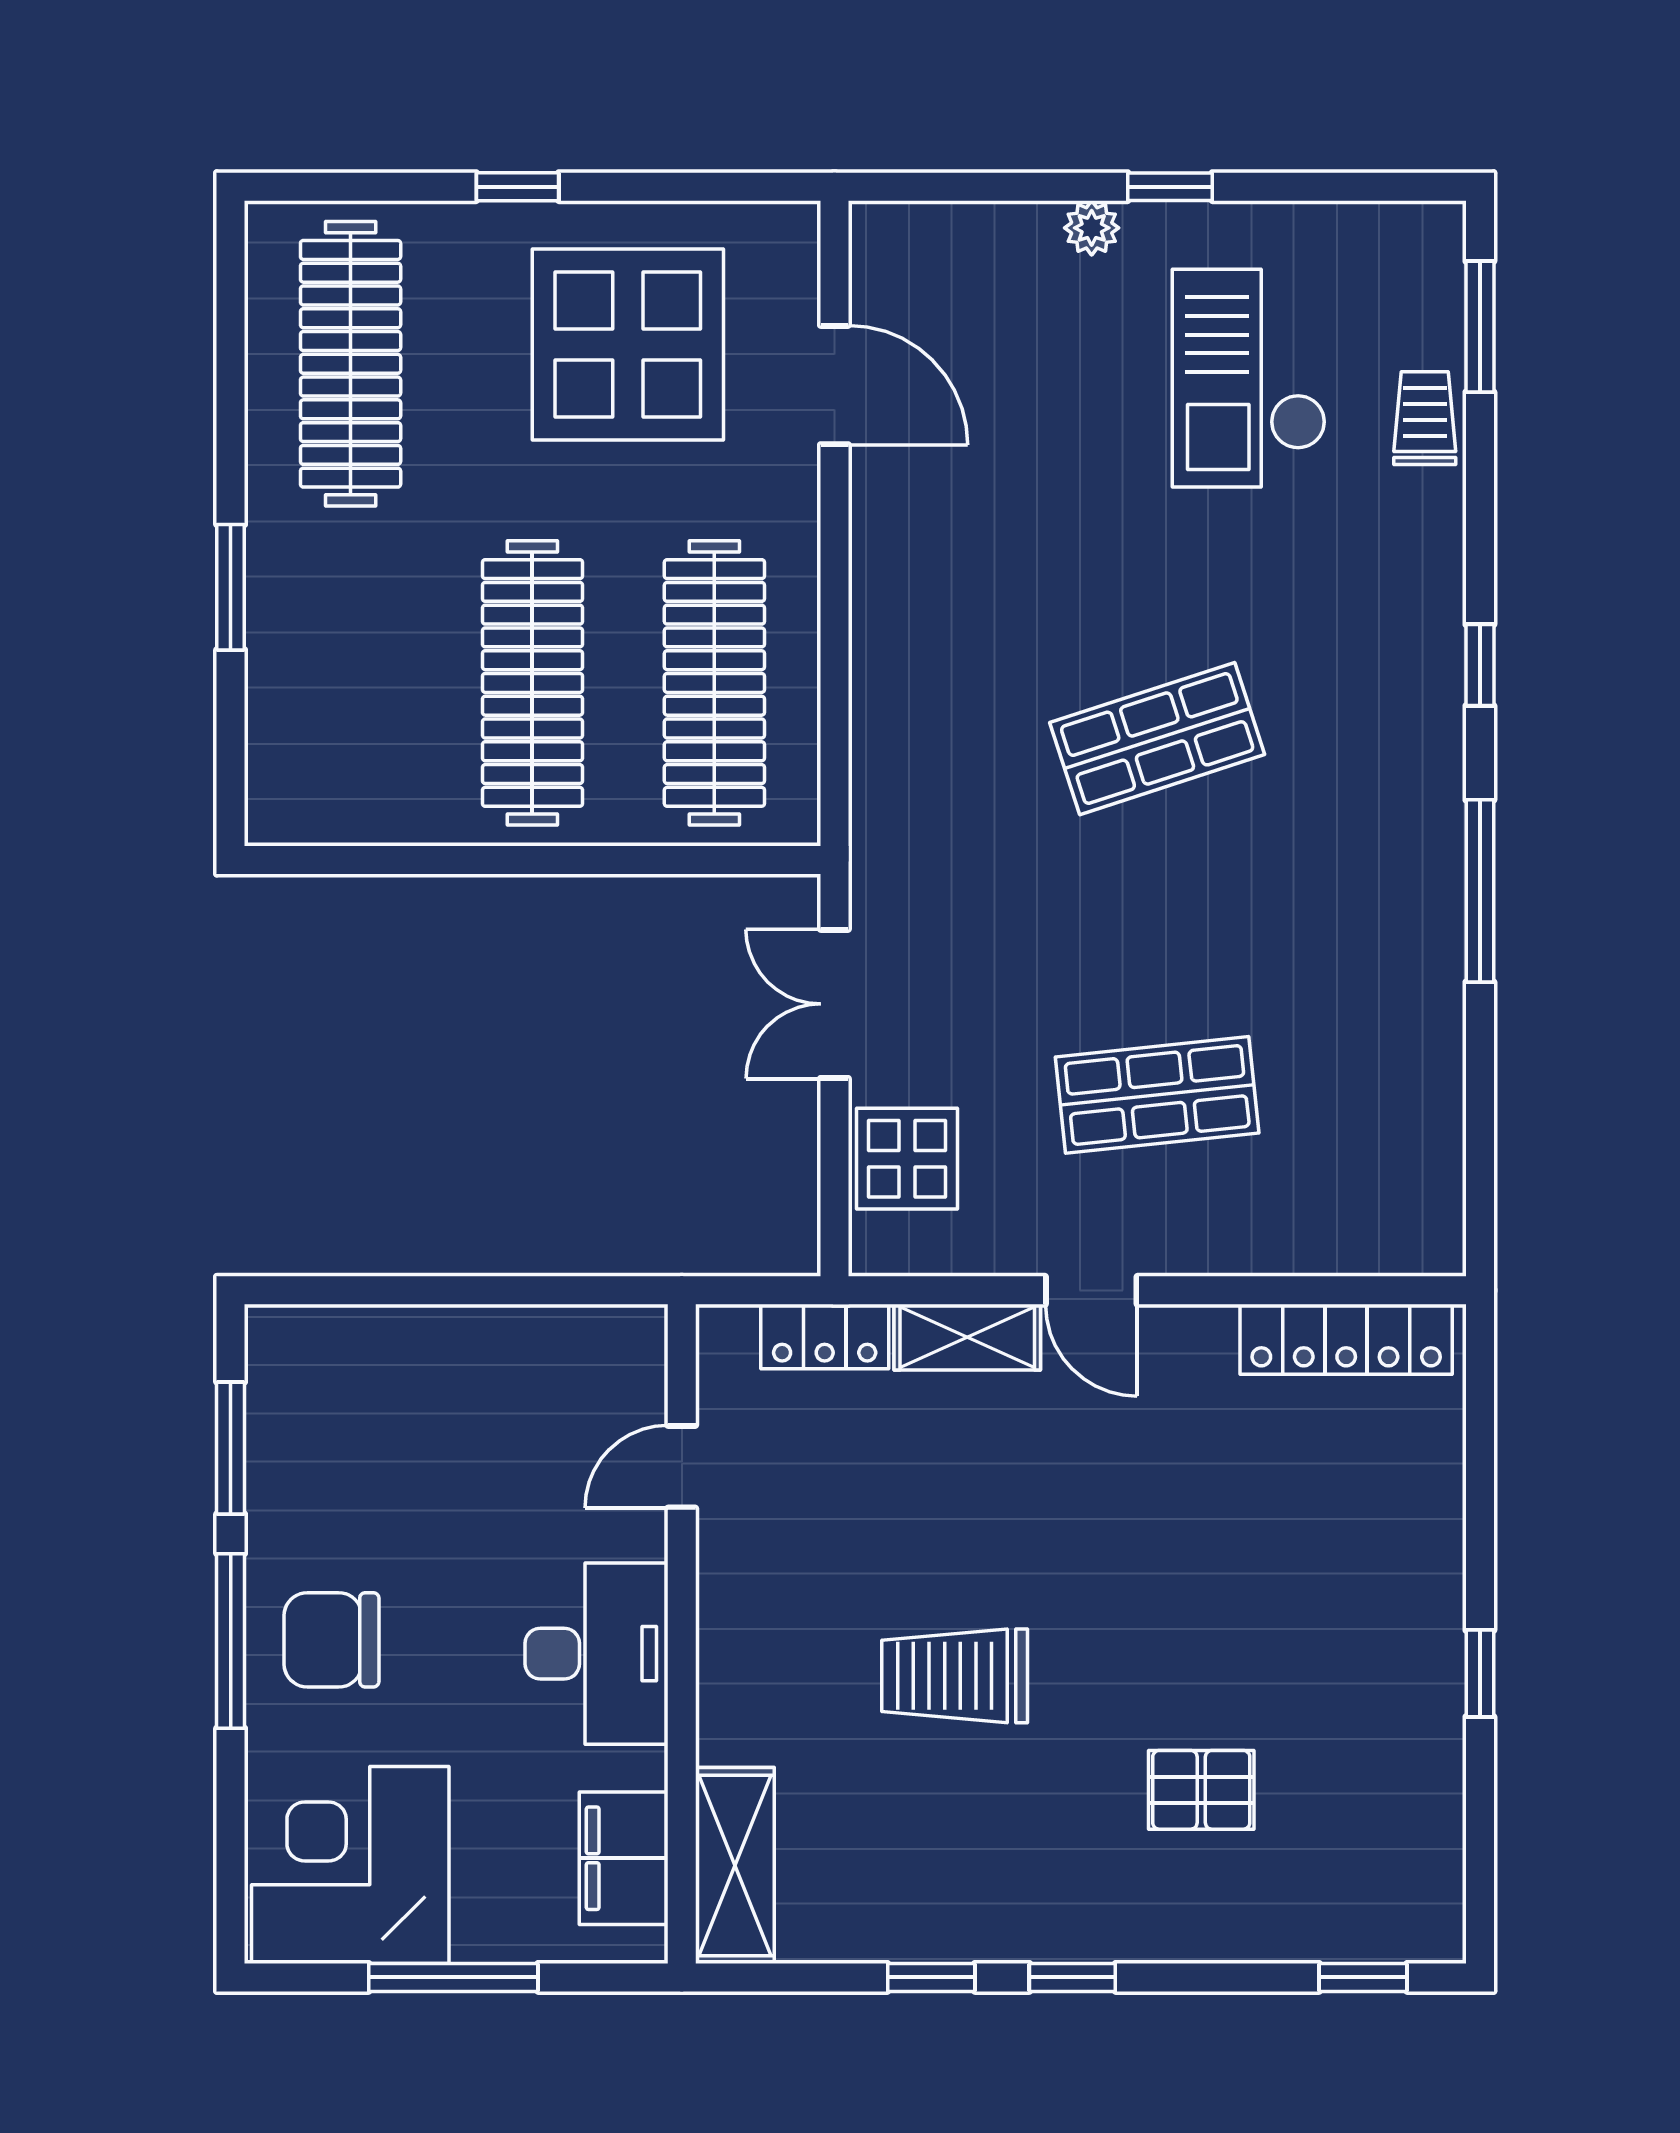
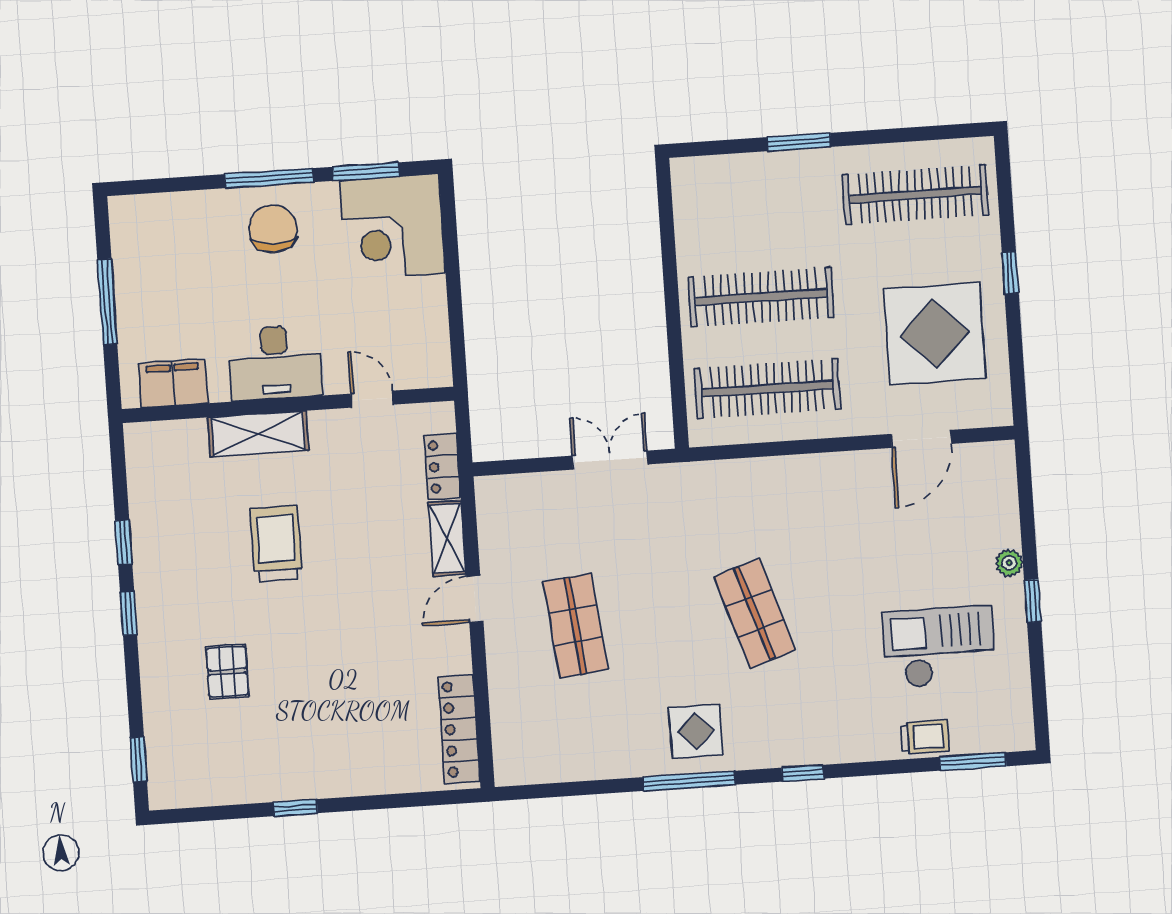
display table: (907, 1159) -> (696, 731), moved
corner desk: (350, 1865) -> (393, 227), moved, turned 180
shelving: (735, 1866) -> (258, 434), moved

